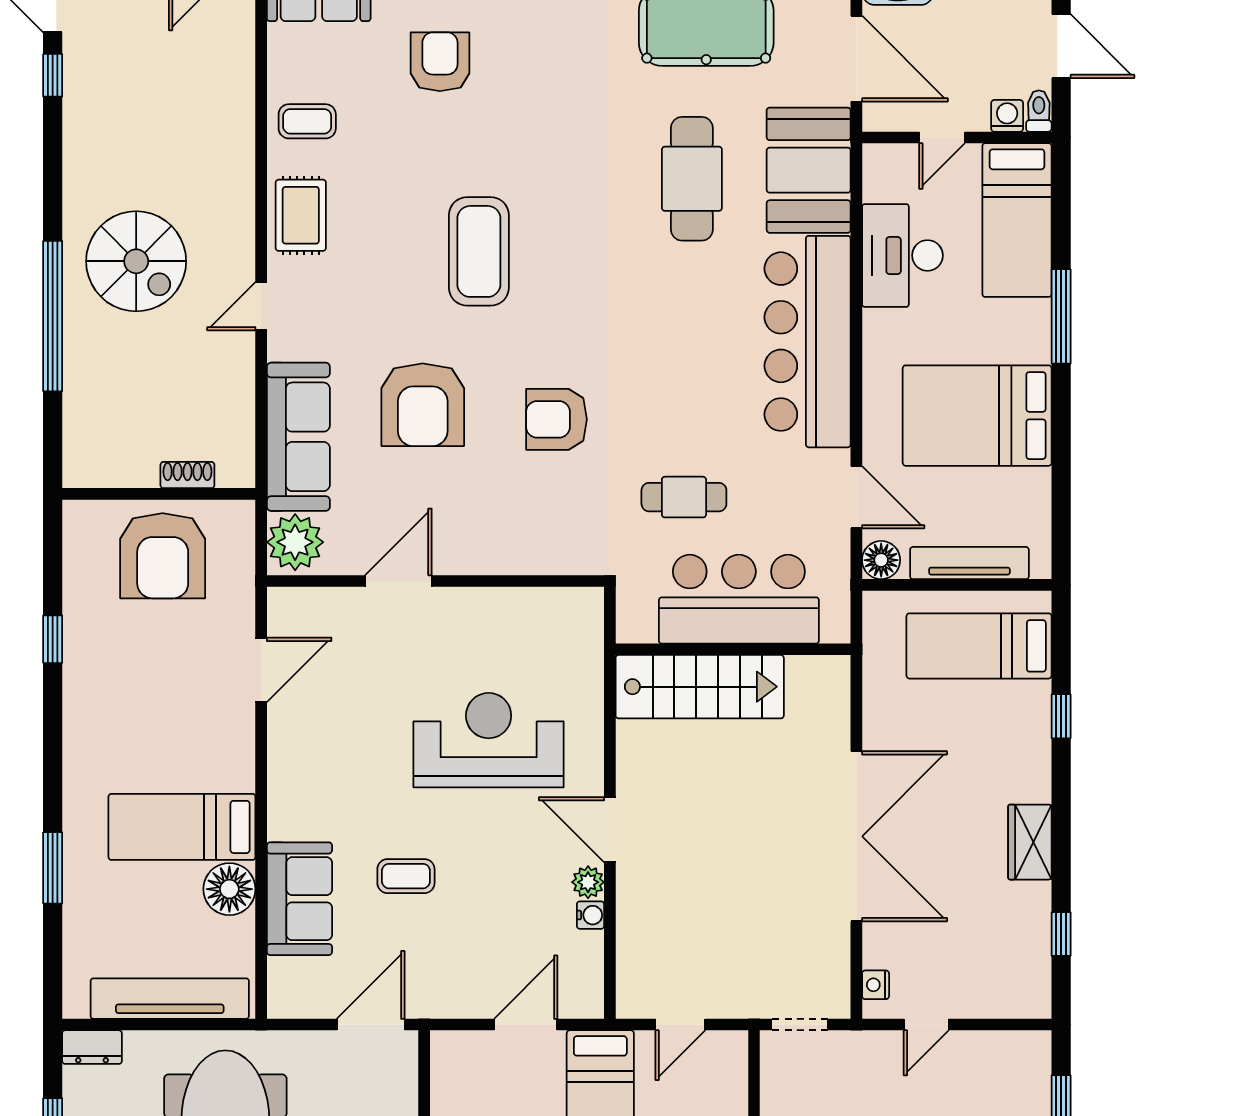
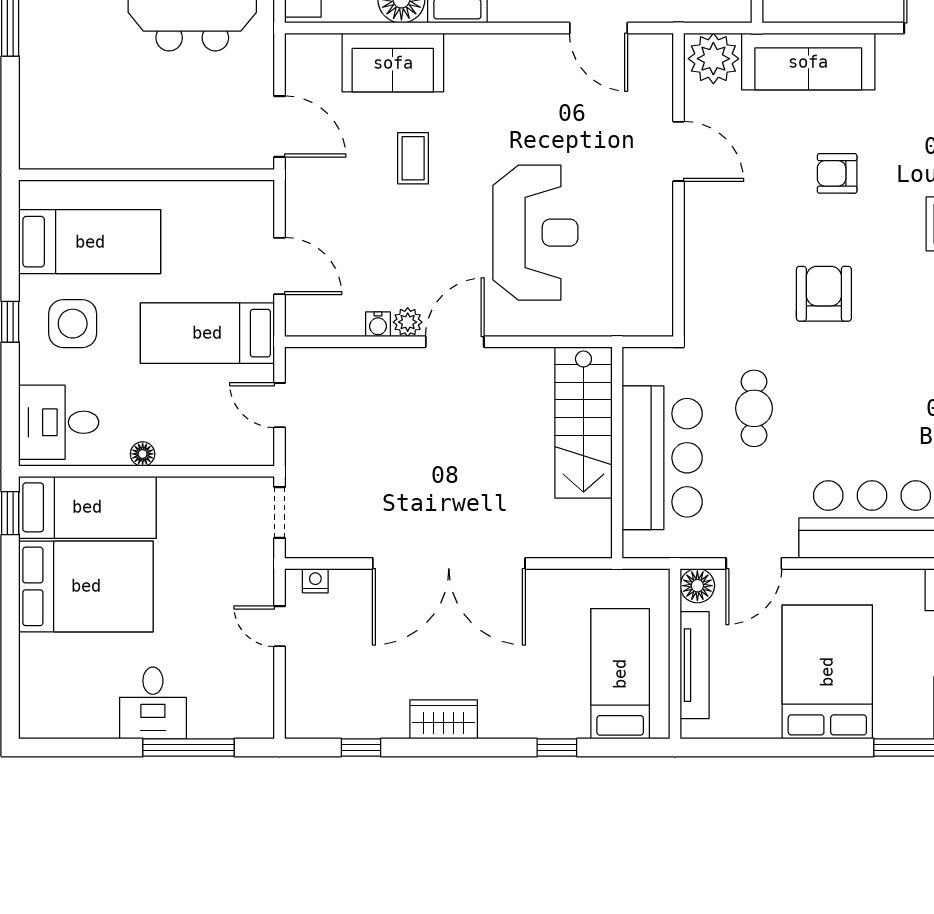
armchair: (423, 405) -> (837, 173), width x0.53, depth x0.53

